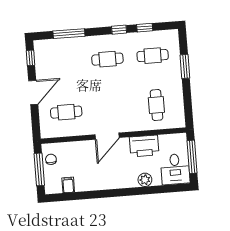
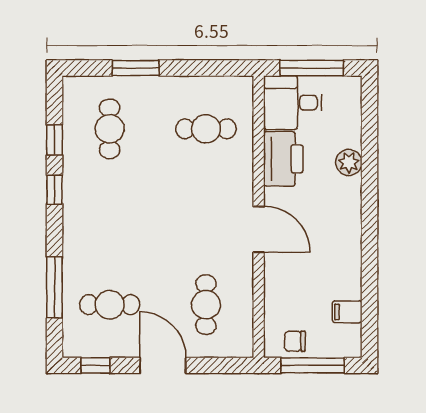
cafe table: (107, 59) -> (110, 305), moved, turned 90
desk: (175, 169) -> (293, 103), moved, turned 180

